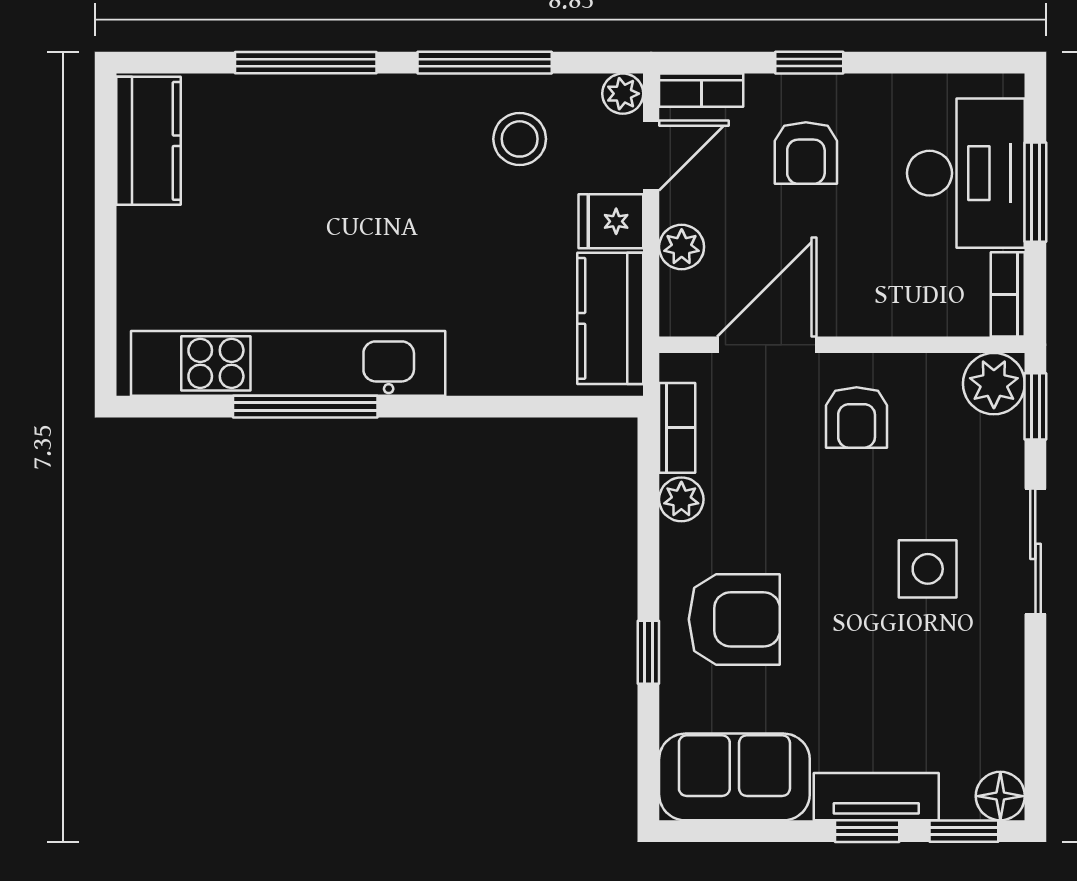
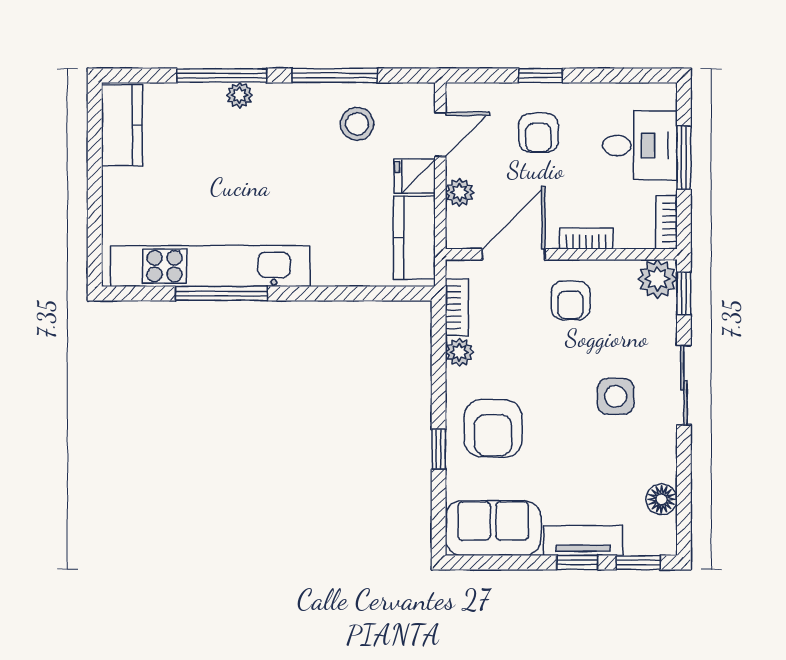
bookcase: (701, 90) -> (586, 239), moved, turned 180
plant: (623, 94) -> (239, 95), moved
desk: (966, 173) -> (640, 146), width x0.73
armchair: (734, 619) -> (493, 428), turned 90
floor lamp: (1000, 796) -> (662, 499), moved

